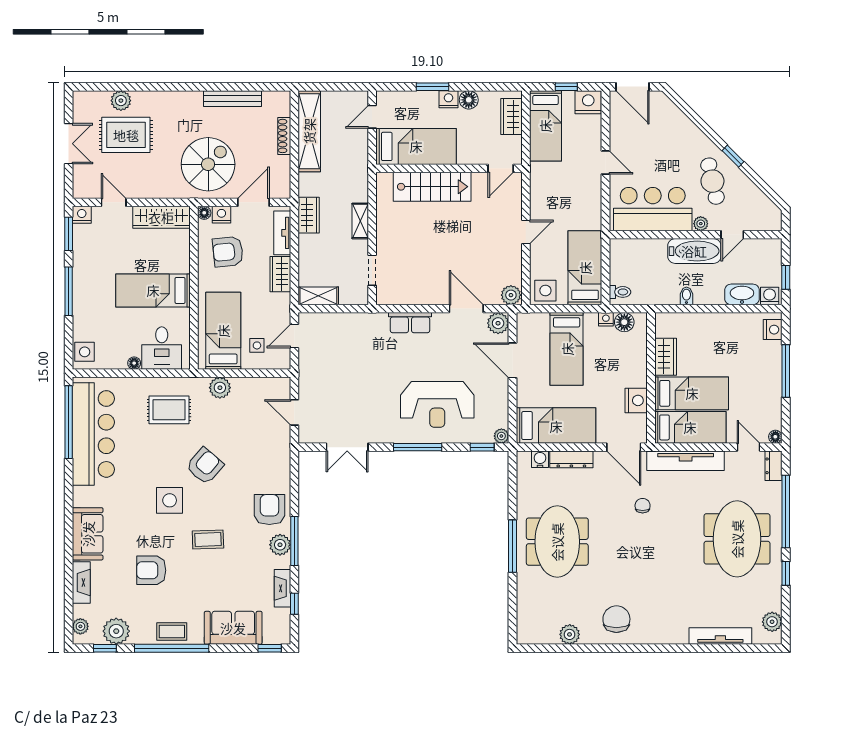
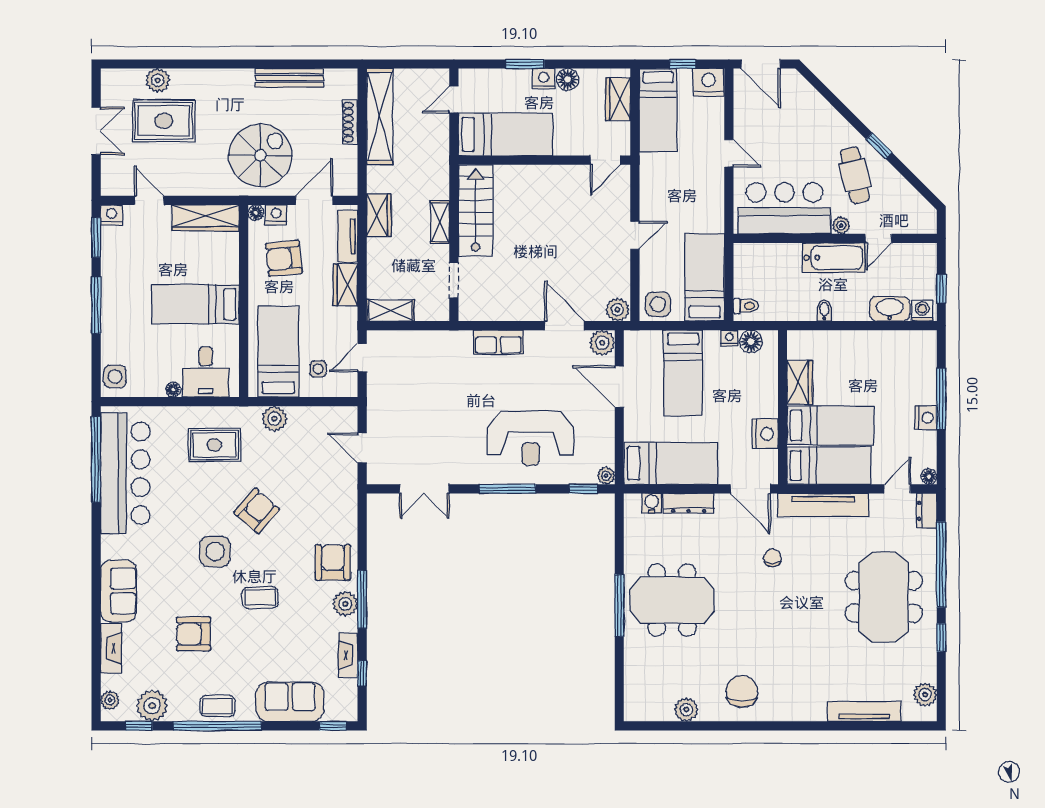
stairs: (432, 187) -> (476, 210), moved, turned -90
nightstand: (773, 330) -> (926, 418), moved
door: (748, 447) -> (897, 489), hinge flipped
meeting table: (557, 542) -> (672, 600), turned 90

